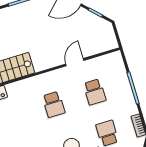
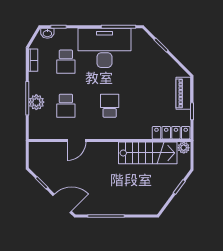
plant: (123, 87) -> (36, 102), added
school desk: (95, 92) -> (66, 106), turned 180

